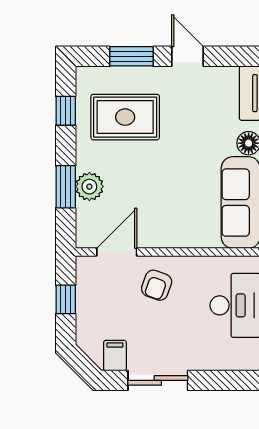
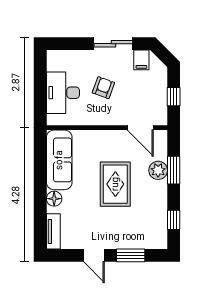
rug: (125, 117) -> (115, 184), moved, turned 90
door: (117, 252) -> (140, 128), hinge flipped
armchair: (157, 285) -> (103, 88), moved

